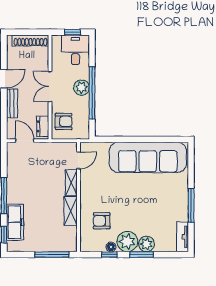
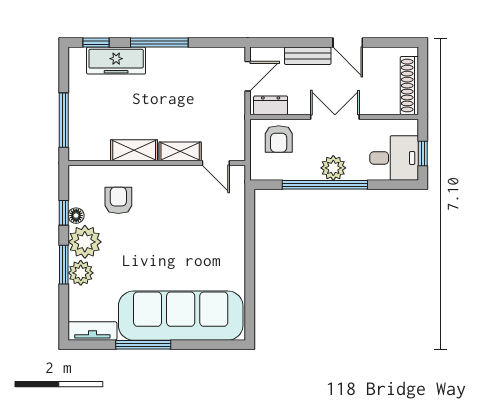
sofa: (148, 157) -> (181, 316), moved, turned 90

